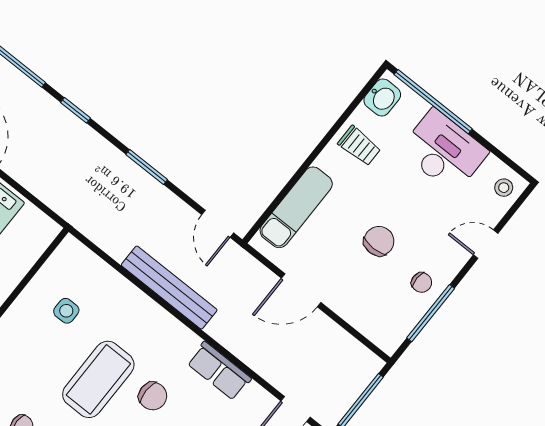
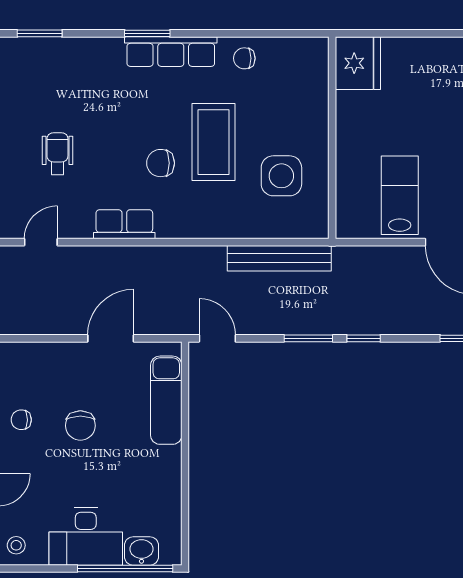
washbasin: (382, 97) -> (141, 551), moved, turned 90
window: (76, 110) -> (364, 338), moved
trolley: (359, 146) -> (155, 488), removed
bench: (169, 288) -> (279, 258), moved
side table: (66, 311) -> (281, 176), width x1.87, depth x1.87

